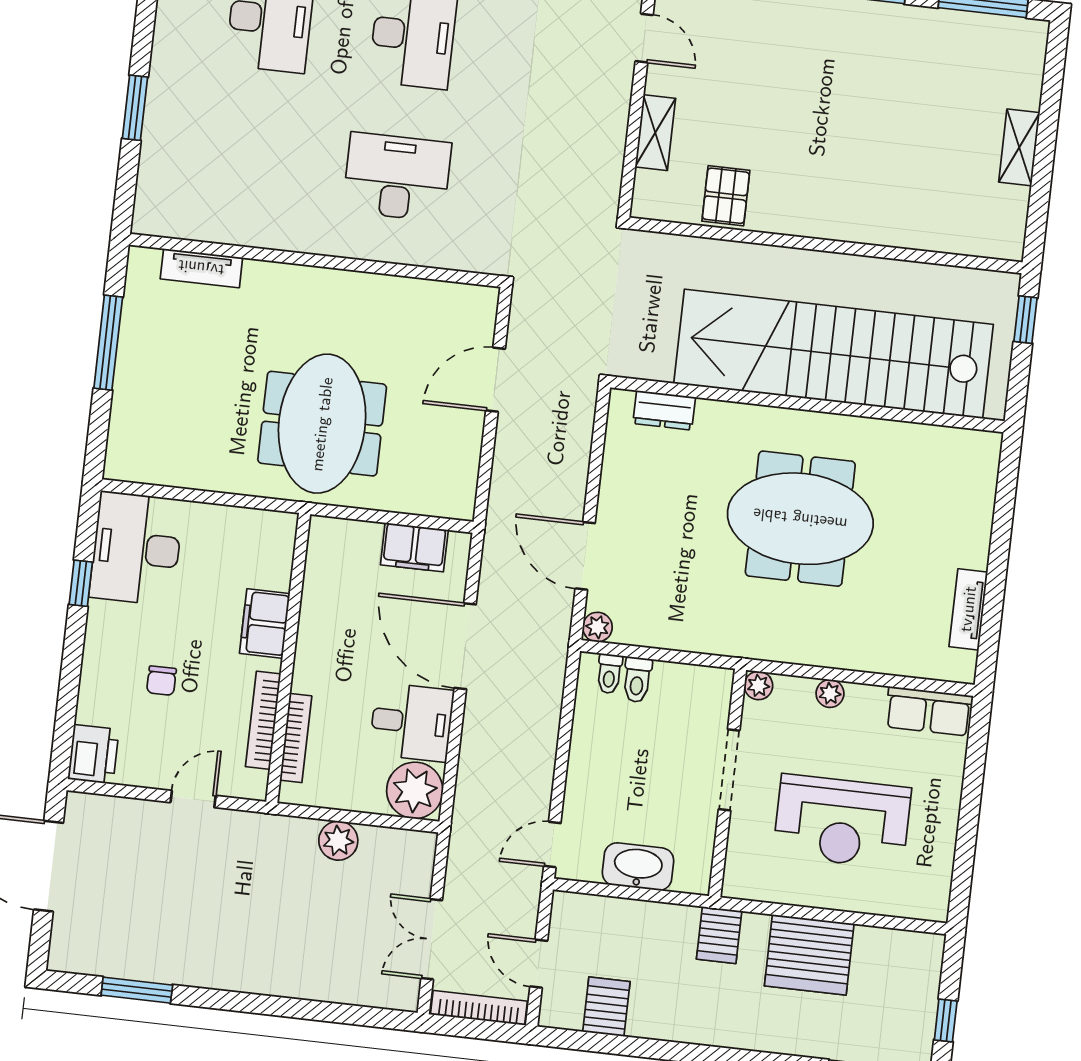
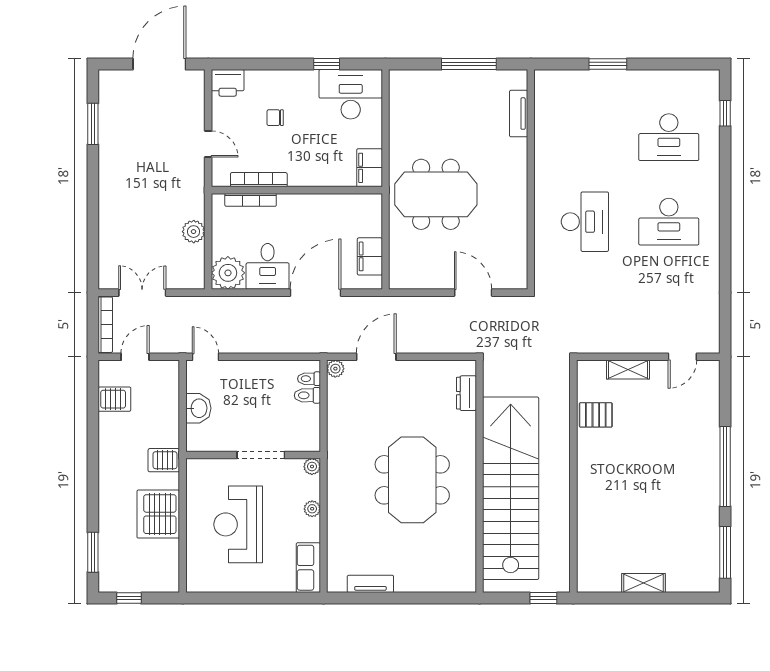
filing cabinet: (265, 623) -> (370, 168), moved, turned -90
washbasin: (638, 867) -> (198, 408), width x0.72

